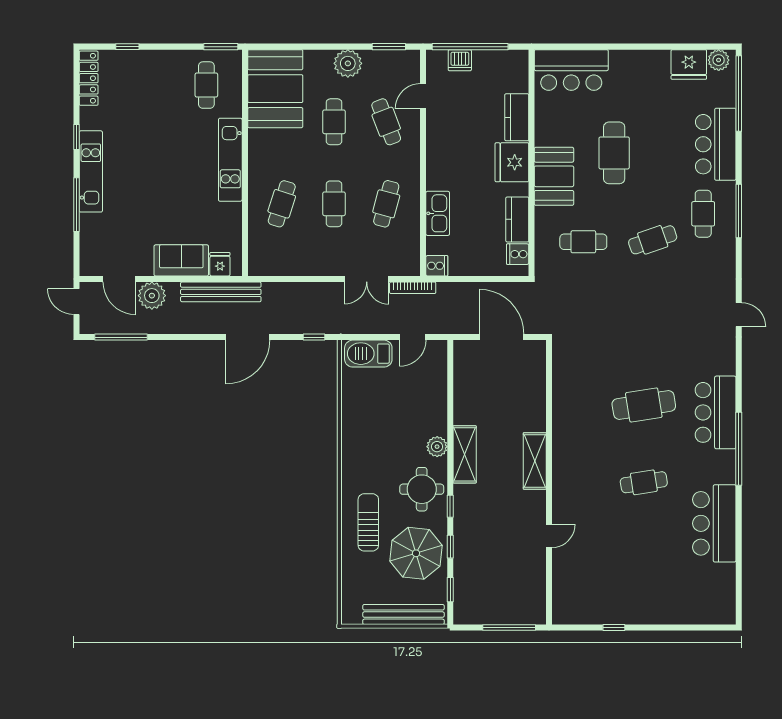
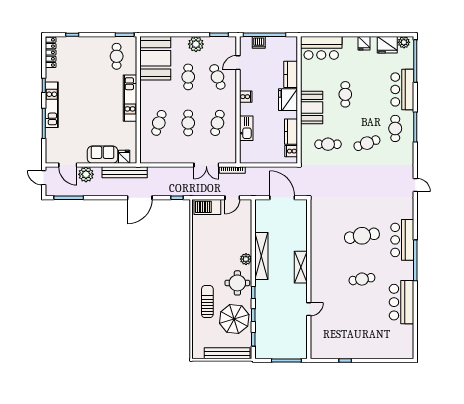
fridge: (647, 62) -> (364, 43), added
cafe table: (614, 153) -> (345, 94), width x0.73, depth x0.74
cooker: (437, 266) -> (246, 97), moved
shelving: (465, 454) -> (261, 256), width x1.47

